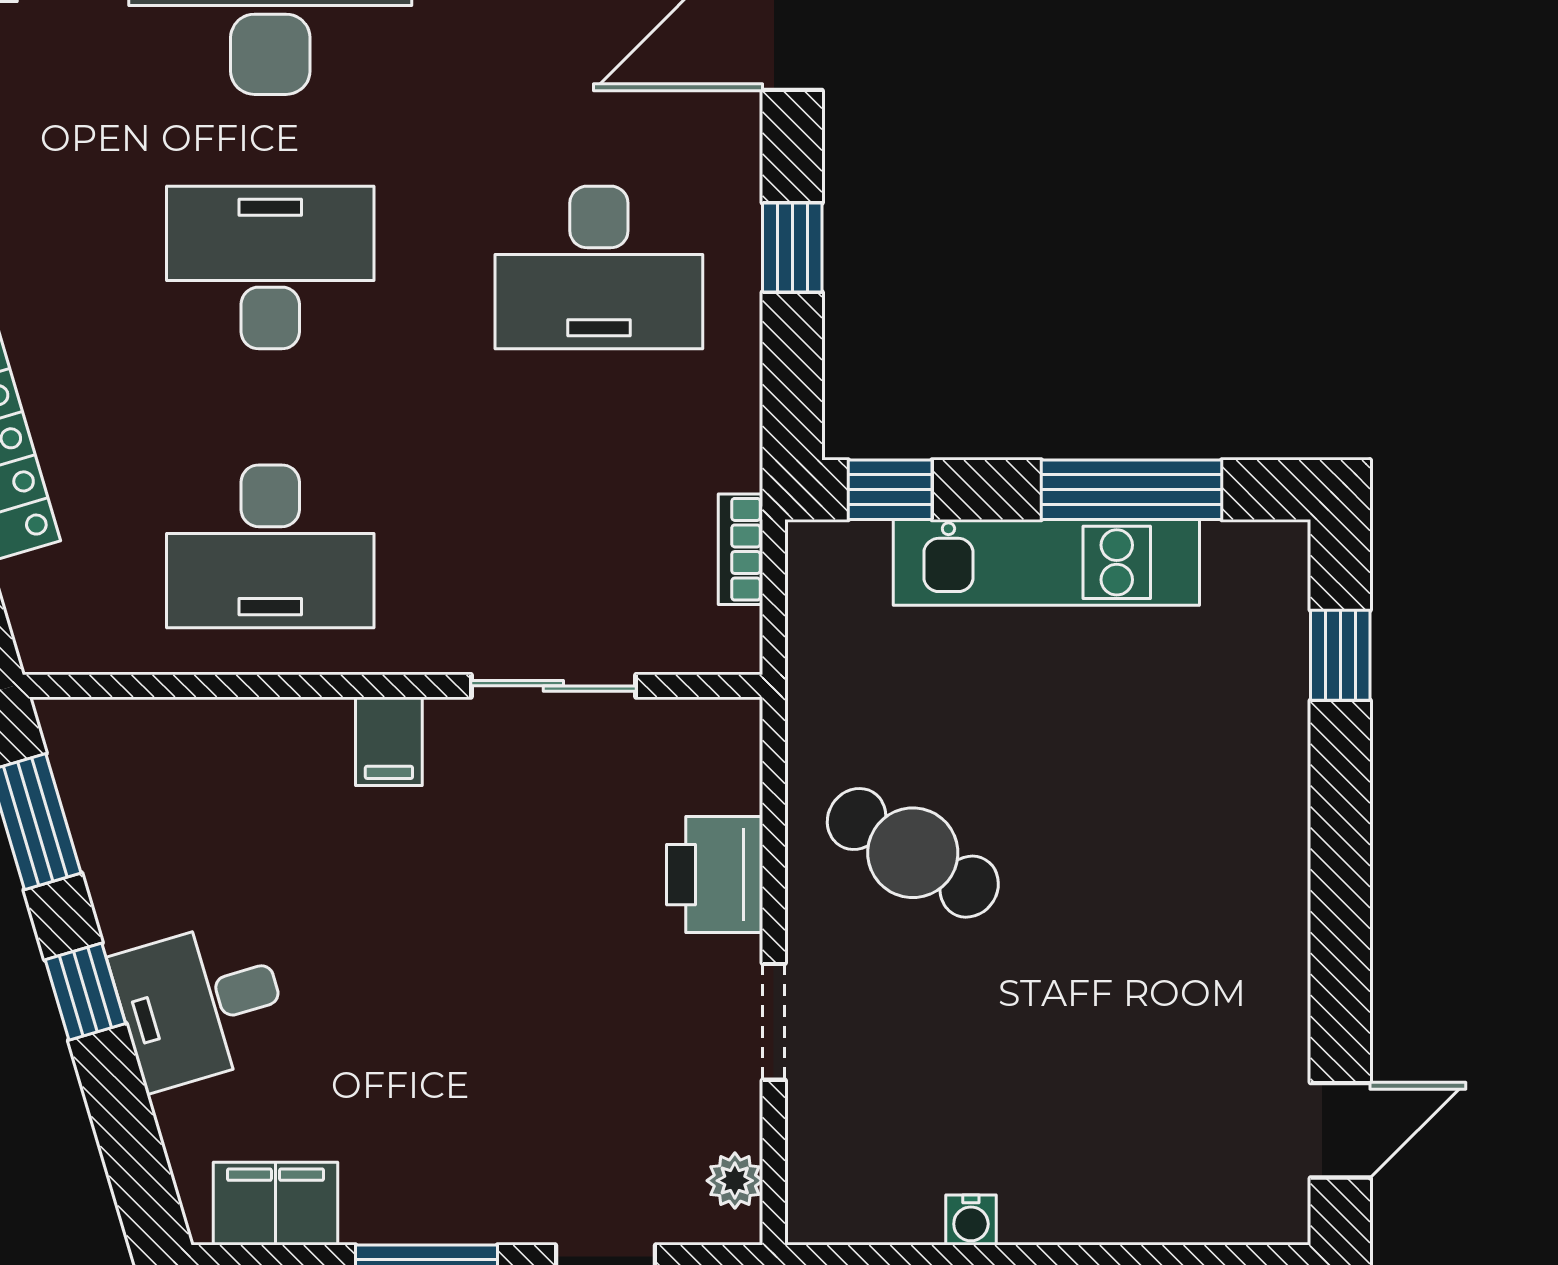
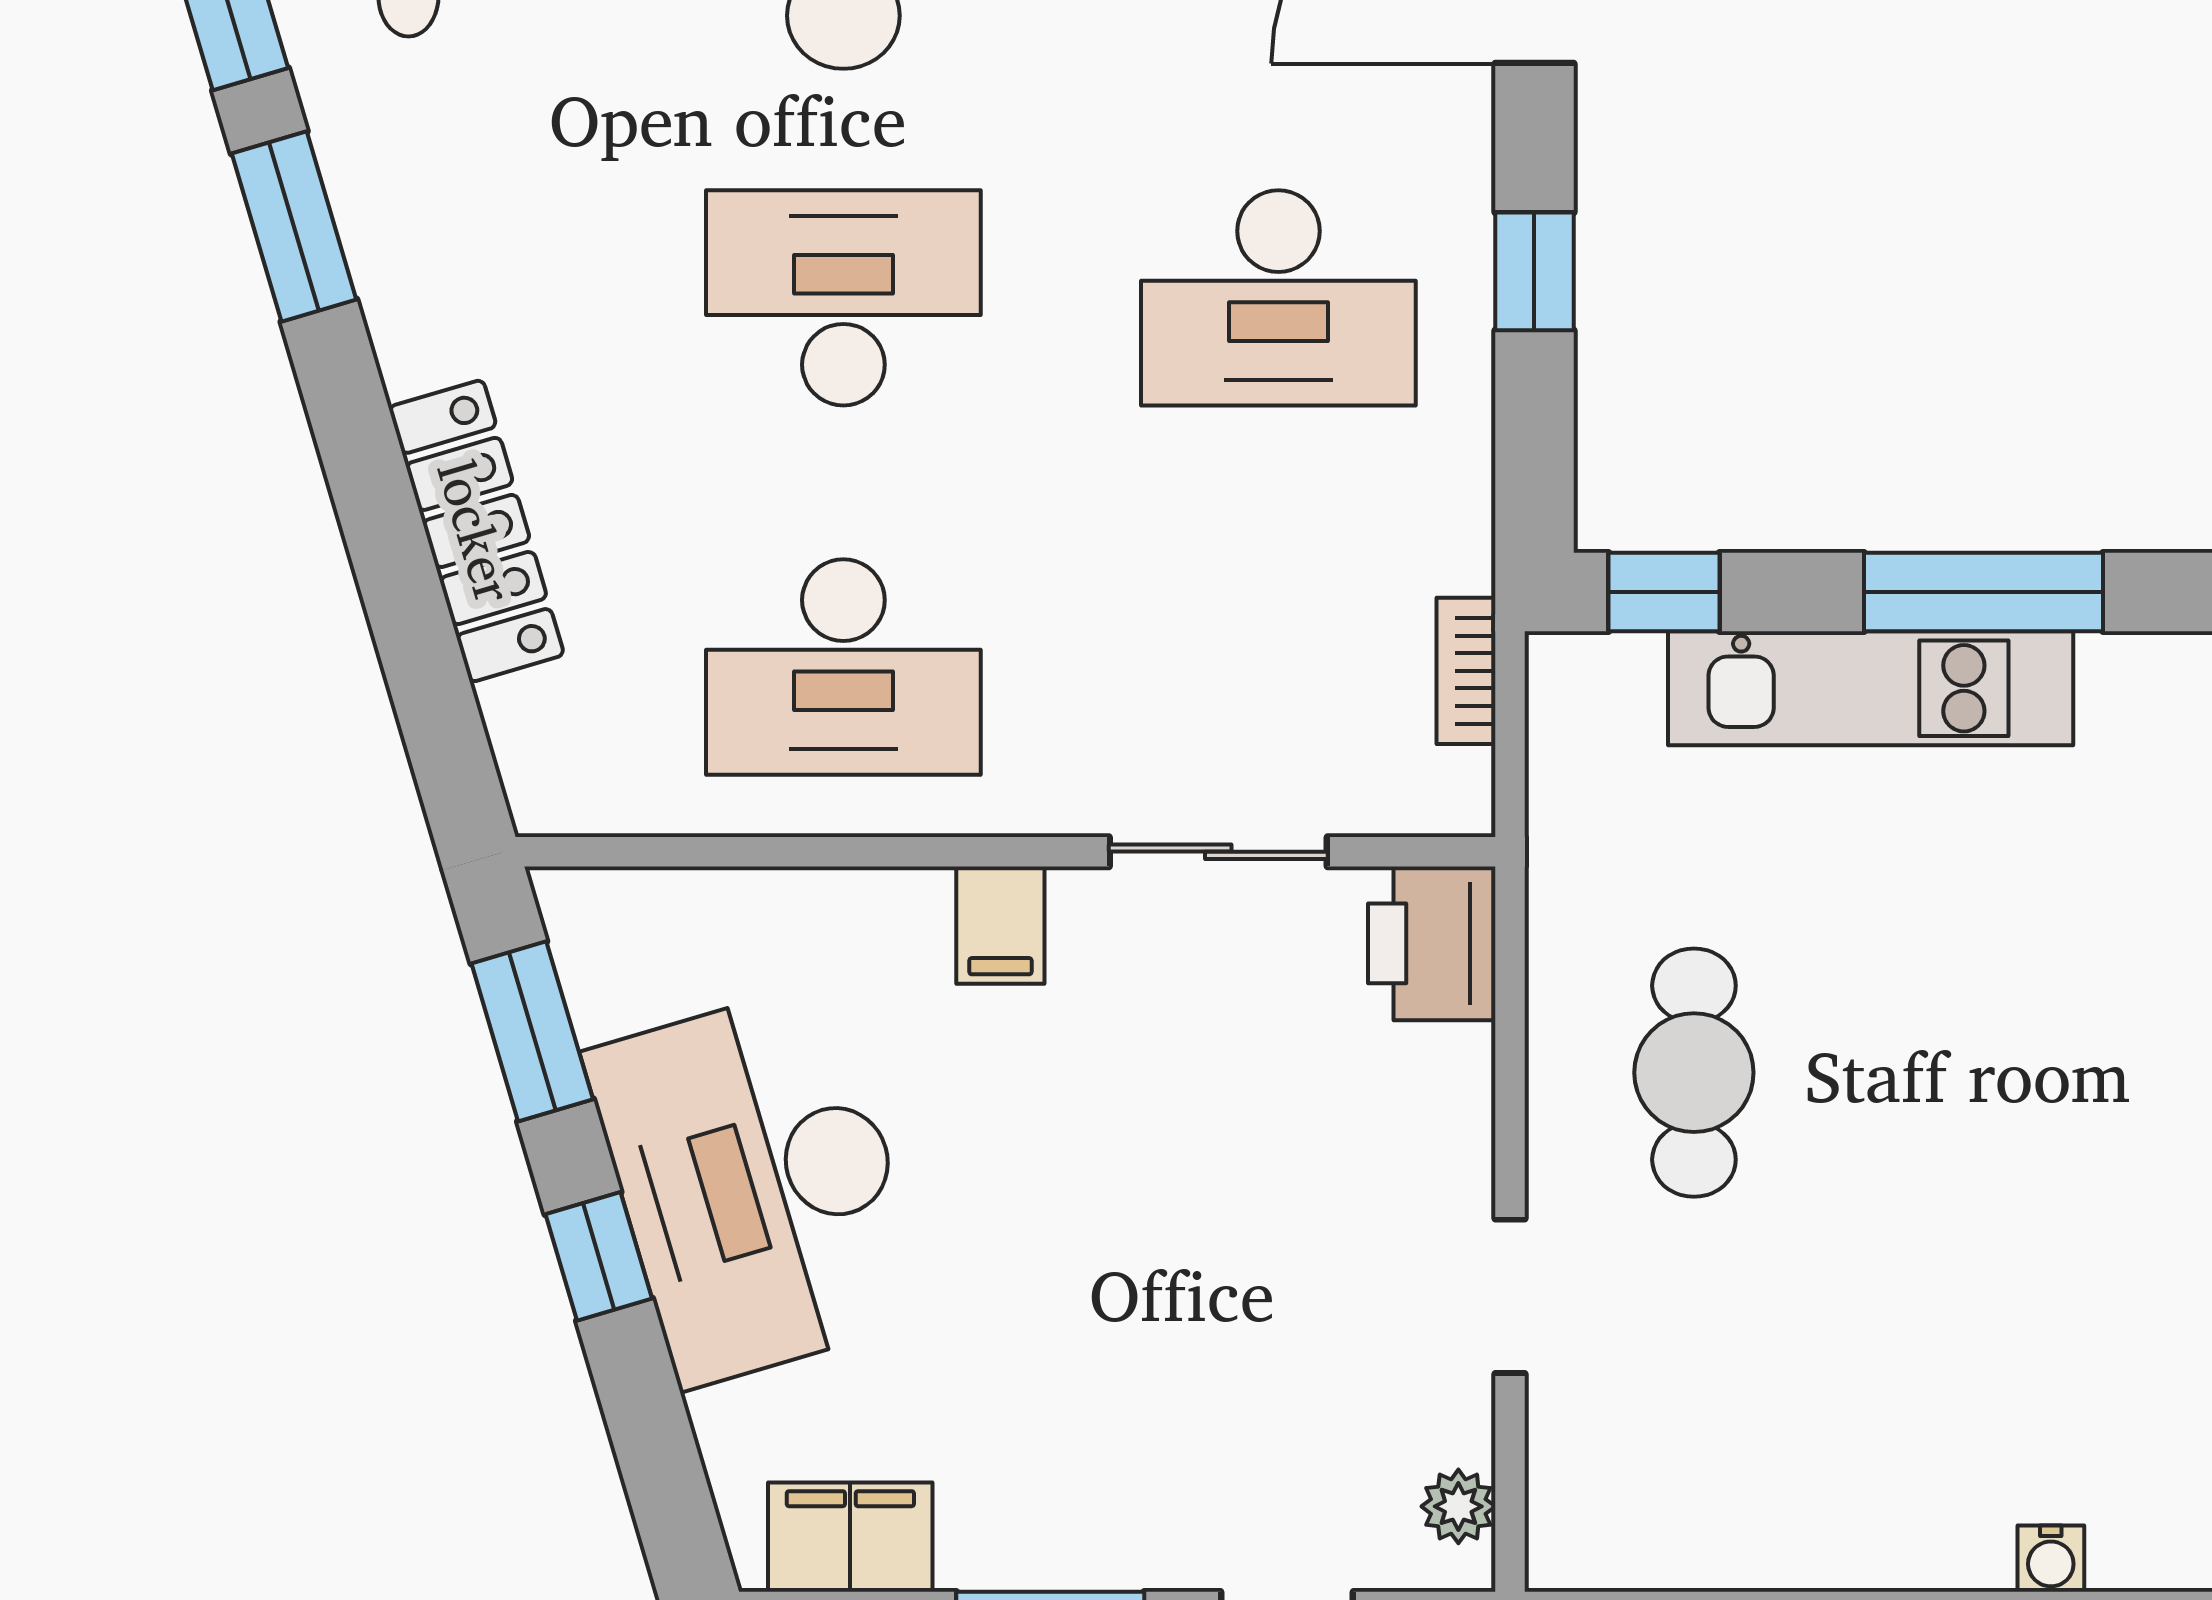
cafe table: (913, 853) -> (1694, 1073), turned 59
printer: (715, 875) -> (1432, 943), moved
desk: (201, 1004) -> (757, 1185), width x1.87, depth x1.30
water cooler: (971, 1220) -> (2051, 1559), moved

